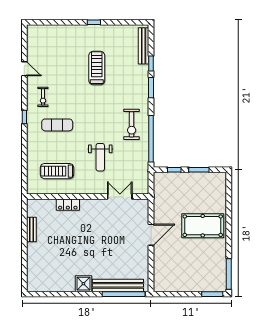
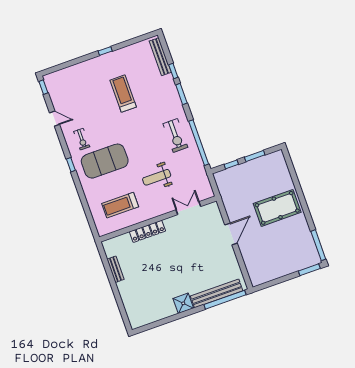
window: (24, 36) -> (43, 87), added
exercise mat: (57, 125) -> (105, 161), width x2.00, depth x1.45
weight bench: (100, 157) -> (157, 177), turned 90
locker: (68, 205) -> (147, 231), width x1.53

